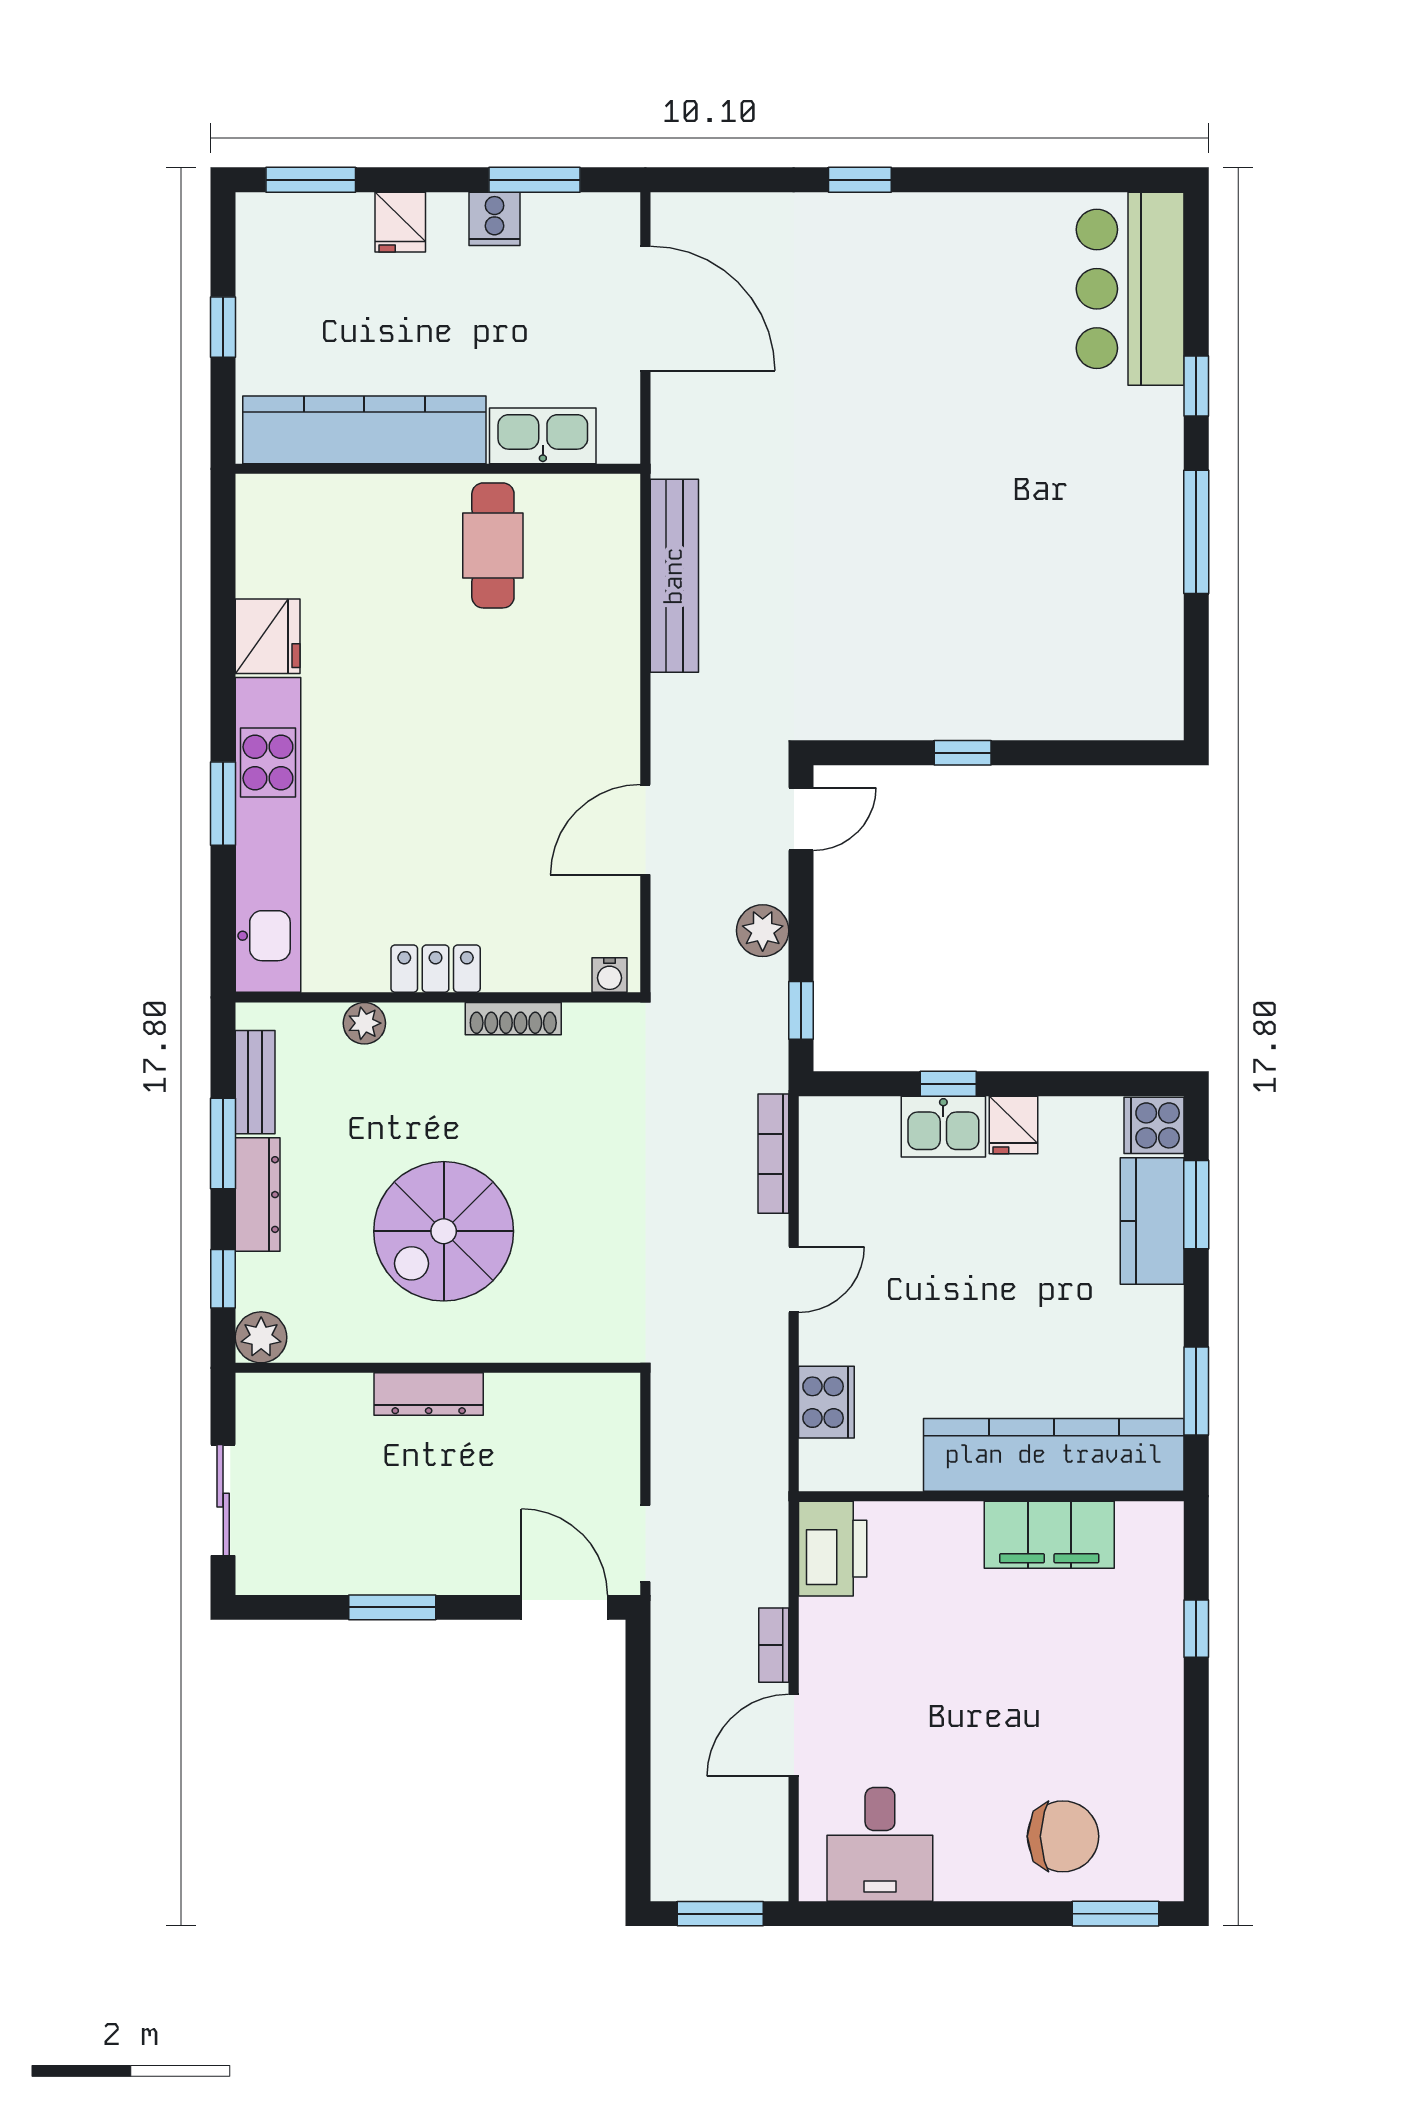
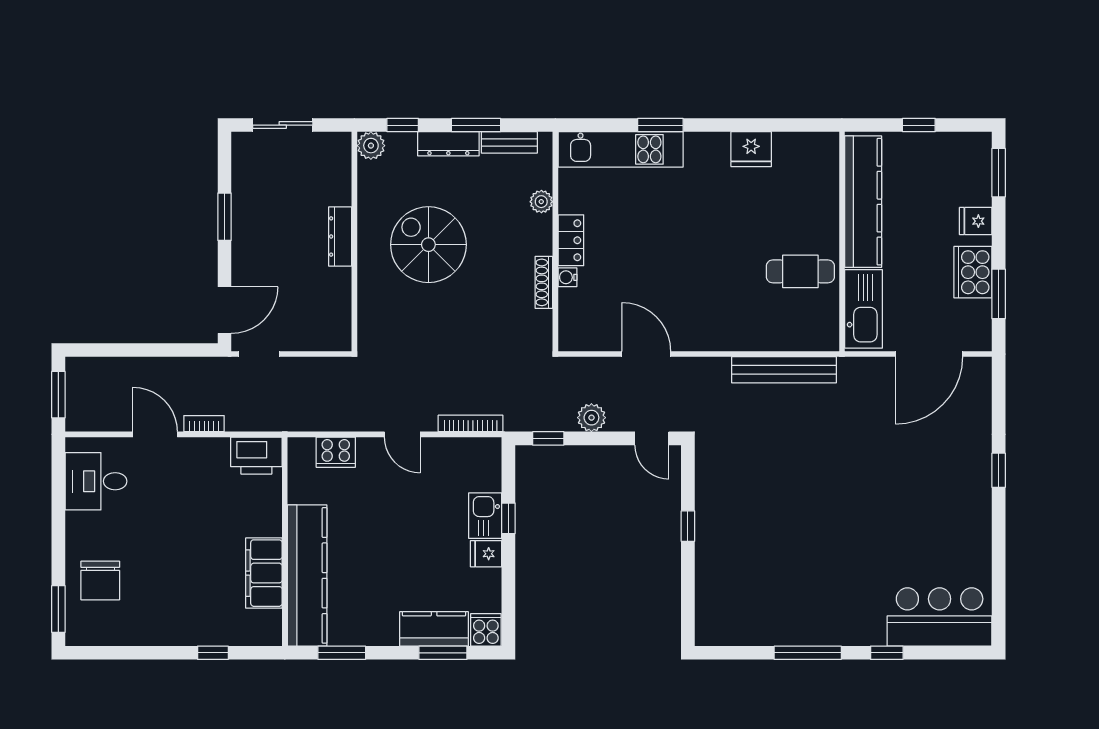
cooker: (494, 219) -> (973, 272), width x1.87, depth x1.31
kitchen sink: (543, 436) -> (863, 309), width x1.36, depth x1.24
kitchen unit: (268, 835) -> (621, 149), width x0.73
water cooler: (609, 975) -> (567, 277), moved

